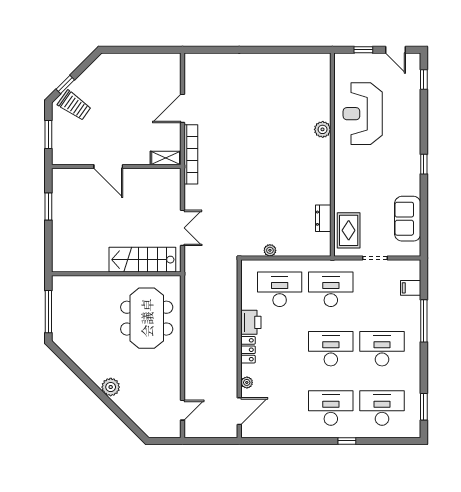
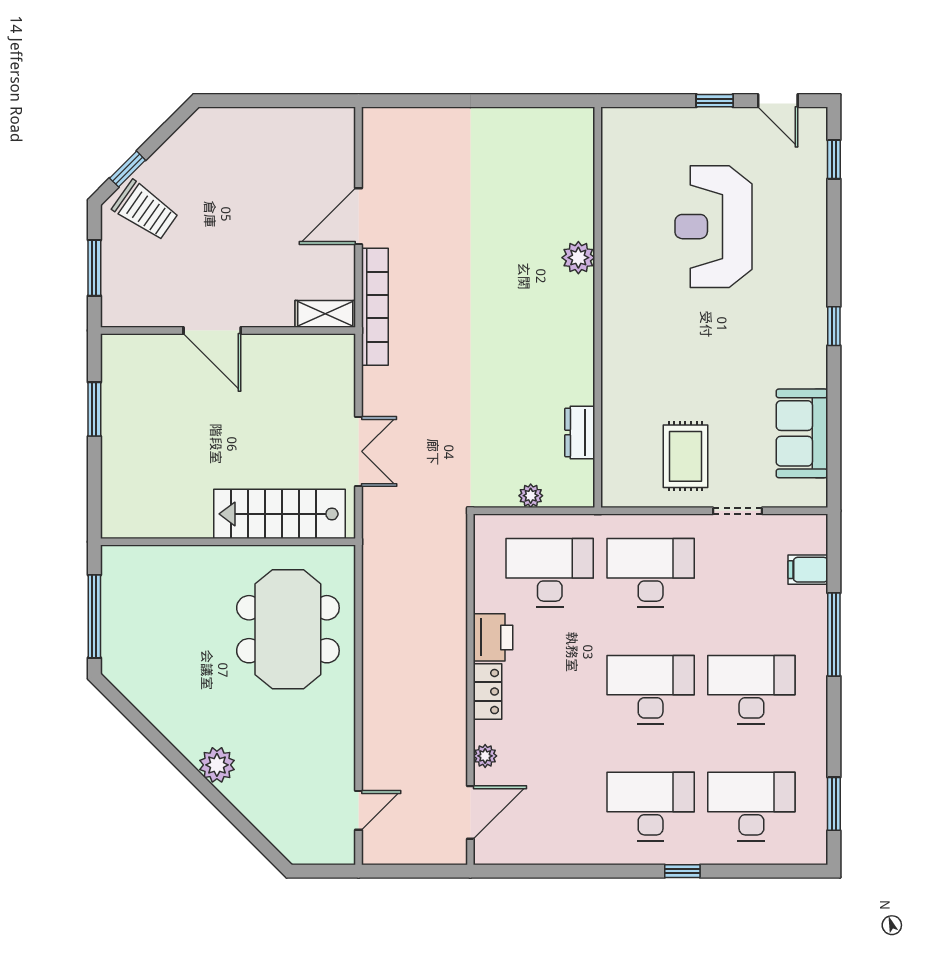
plant: (323, 129) -> (578, 258), moved
wall: (332, 155) -> (598, 307), moved
dresser: (323, 218) -> (580, 432), moved

